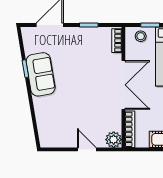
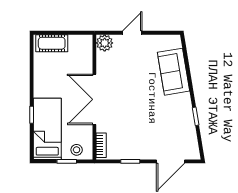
sofa: (41, 74) -> (173, 72), moved
bookcase: (130, 129) -> (88, 54), removed
door: (87, 149) -> (132, 33), swing flipped

